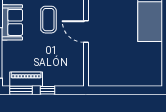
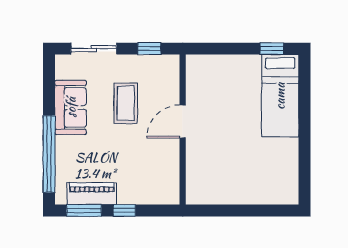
door: (86, 32) -> (183, 121), hinge flipped

